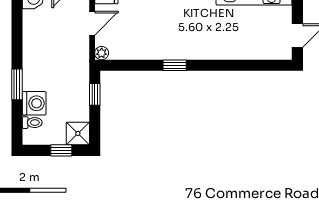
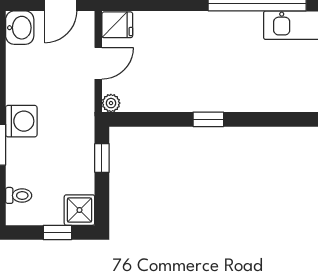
washing machine: (34, 103) -> (21, 121), moved

